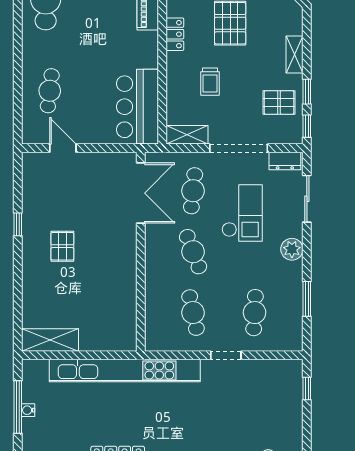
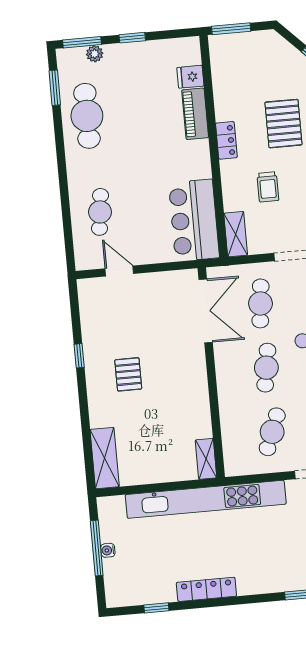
shelving: (187, 135) -> (236, 234), moved, turned 90
cafe table: (193, 252) -> (266, 368), turned 30
cafe table: (193, 313) -> (272, 432), turned 33
shelving: (128, 332) -> (206, 459), added
shelving: (50, 340) -> (105, 458), moved, turned 90

